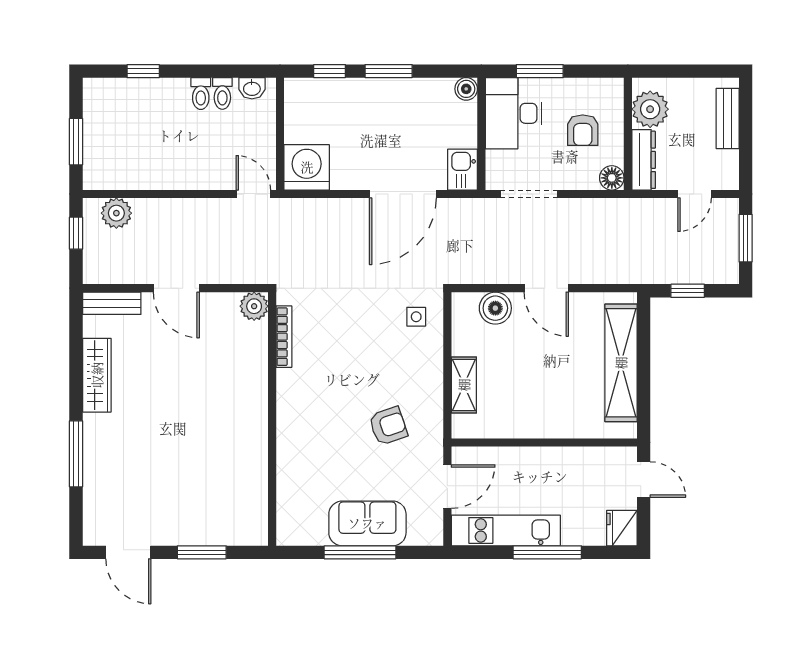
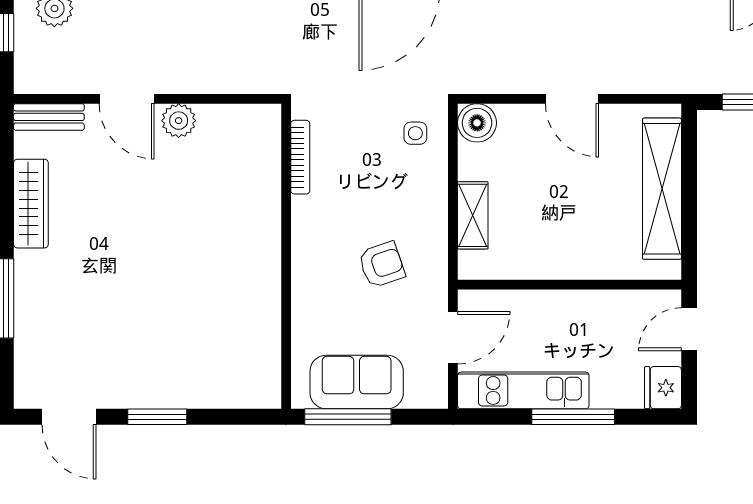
plant: (254, 306) -> (179, 121), moved
boiler: (495, 308) -> (477, 123), moved
bookcase: (284, 337) -> (300, 157), moved
wall: (272, 419) -> (286, 256), moved
door: (644, 480) -> (689, 329), swing flipped

